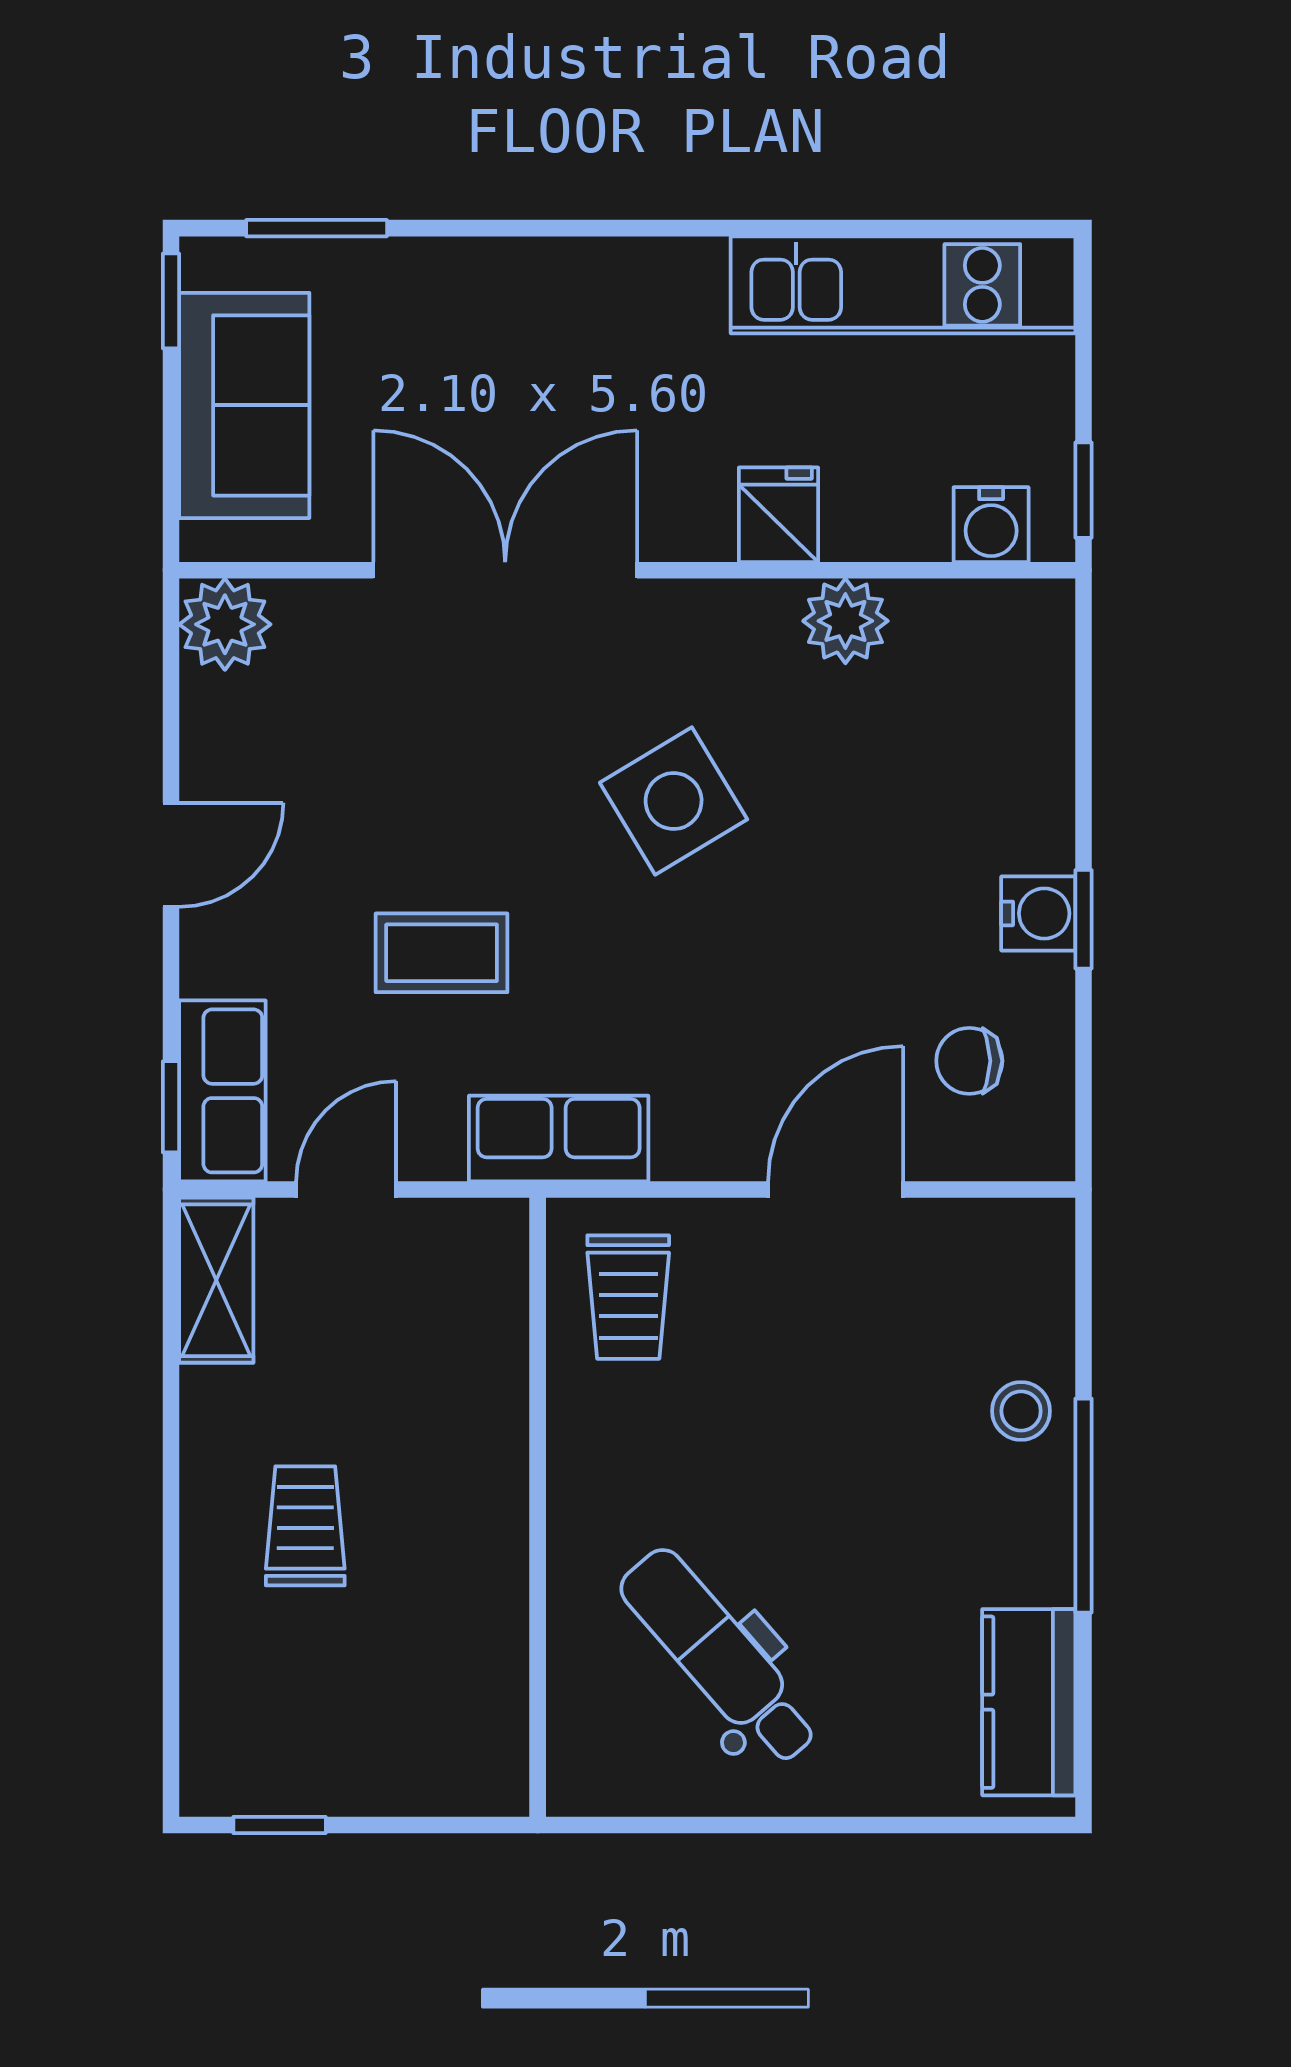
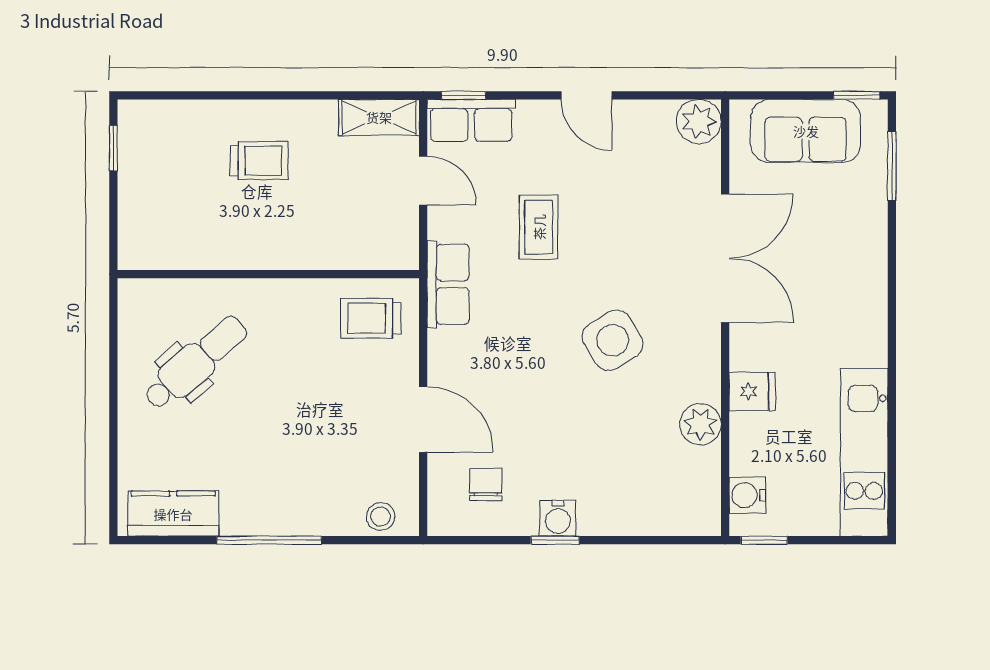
stool: (1021, 1411) -> (381, 517), moved

